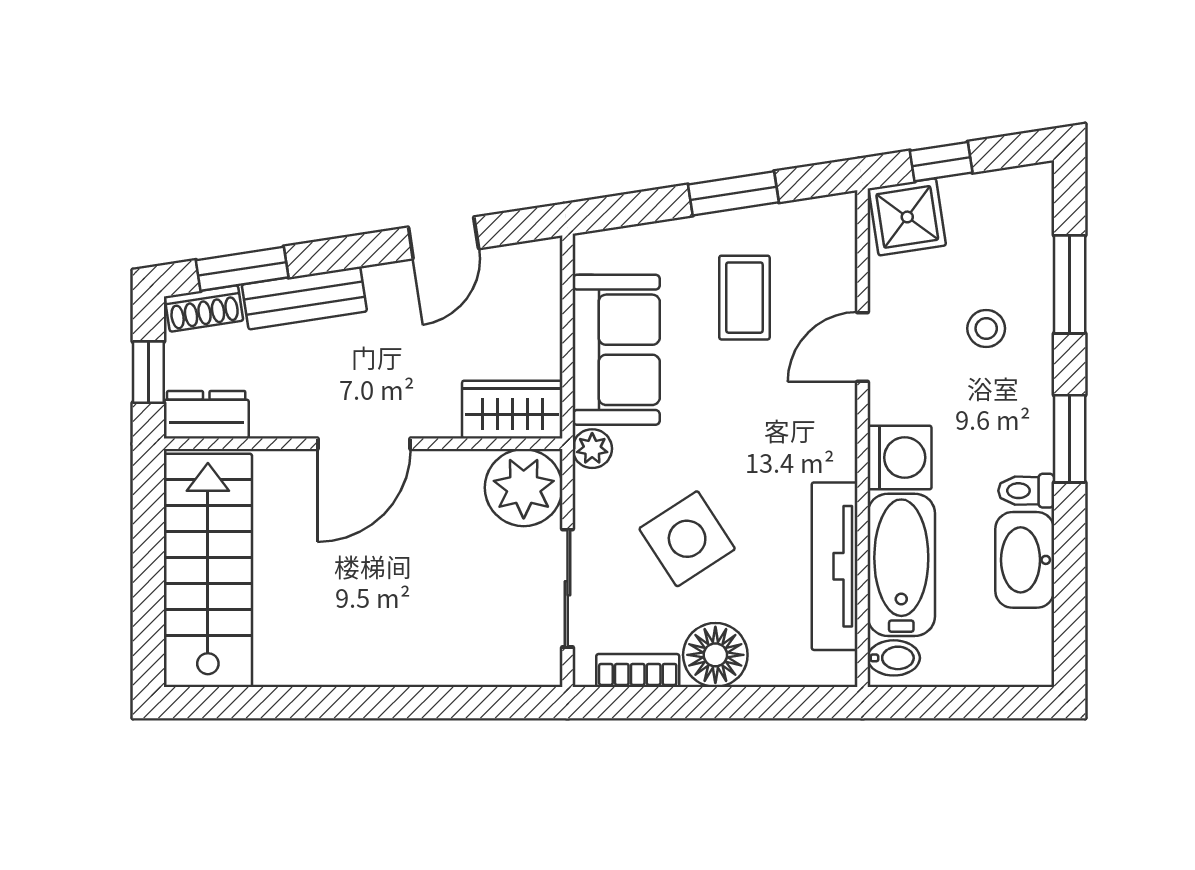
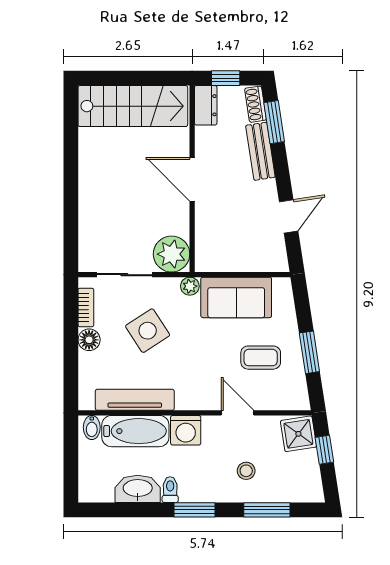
door: (443, 238) -> (289, 216), swing flipped
wardrobe: (512, 410) -> (208, 249), removed
floor lamp: (715, 655) -> (89, 340), width x0.73, depth x0.73

